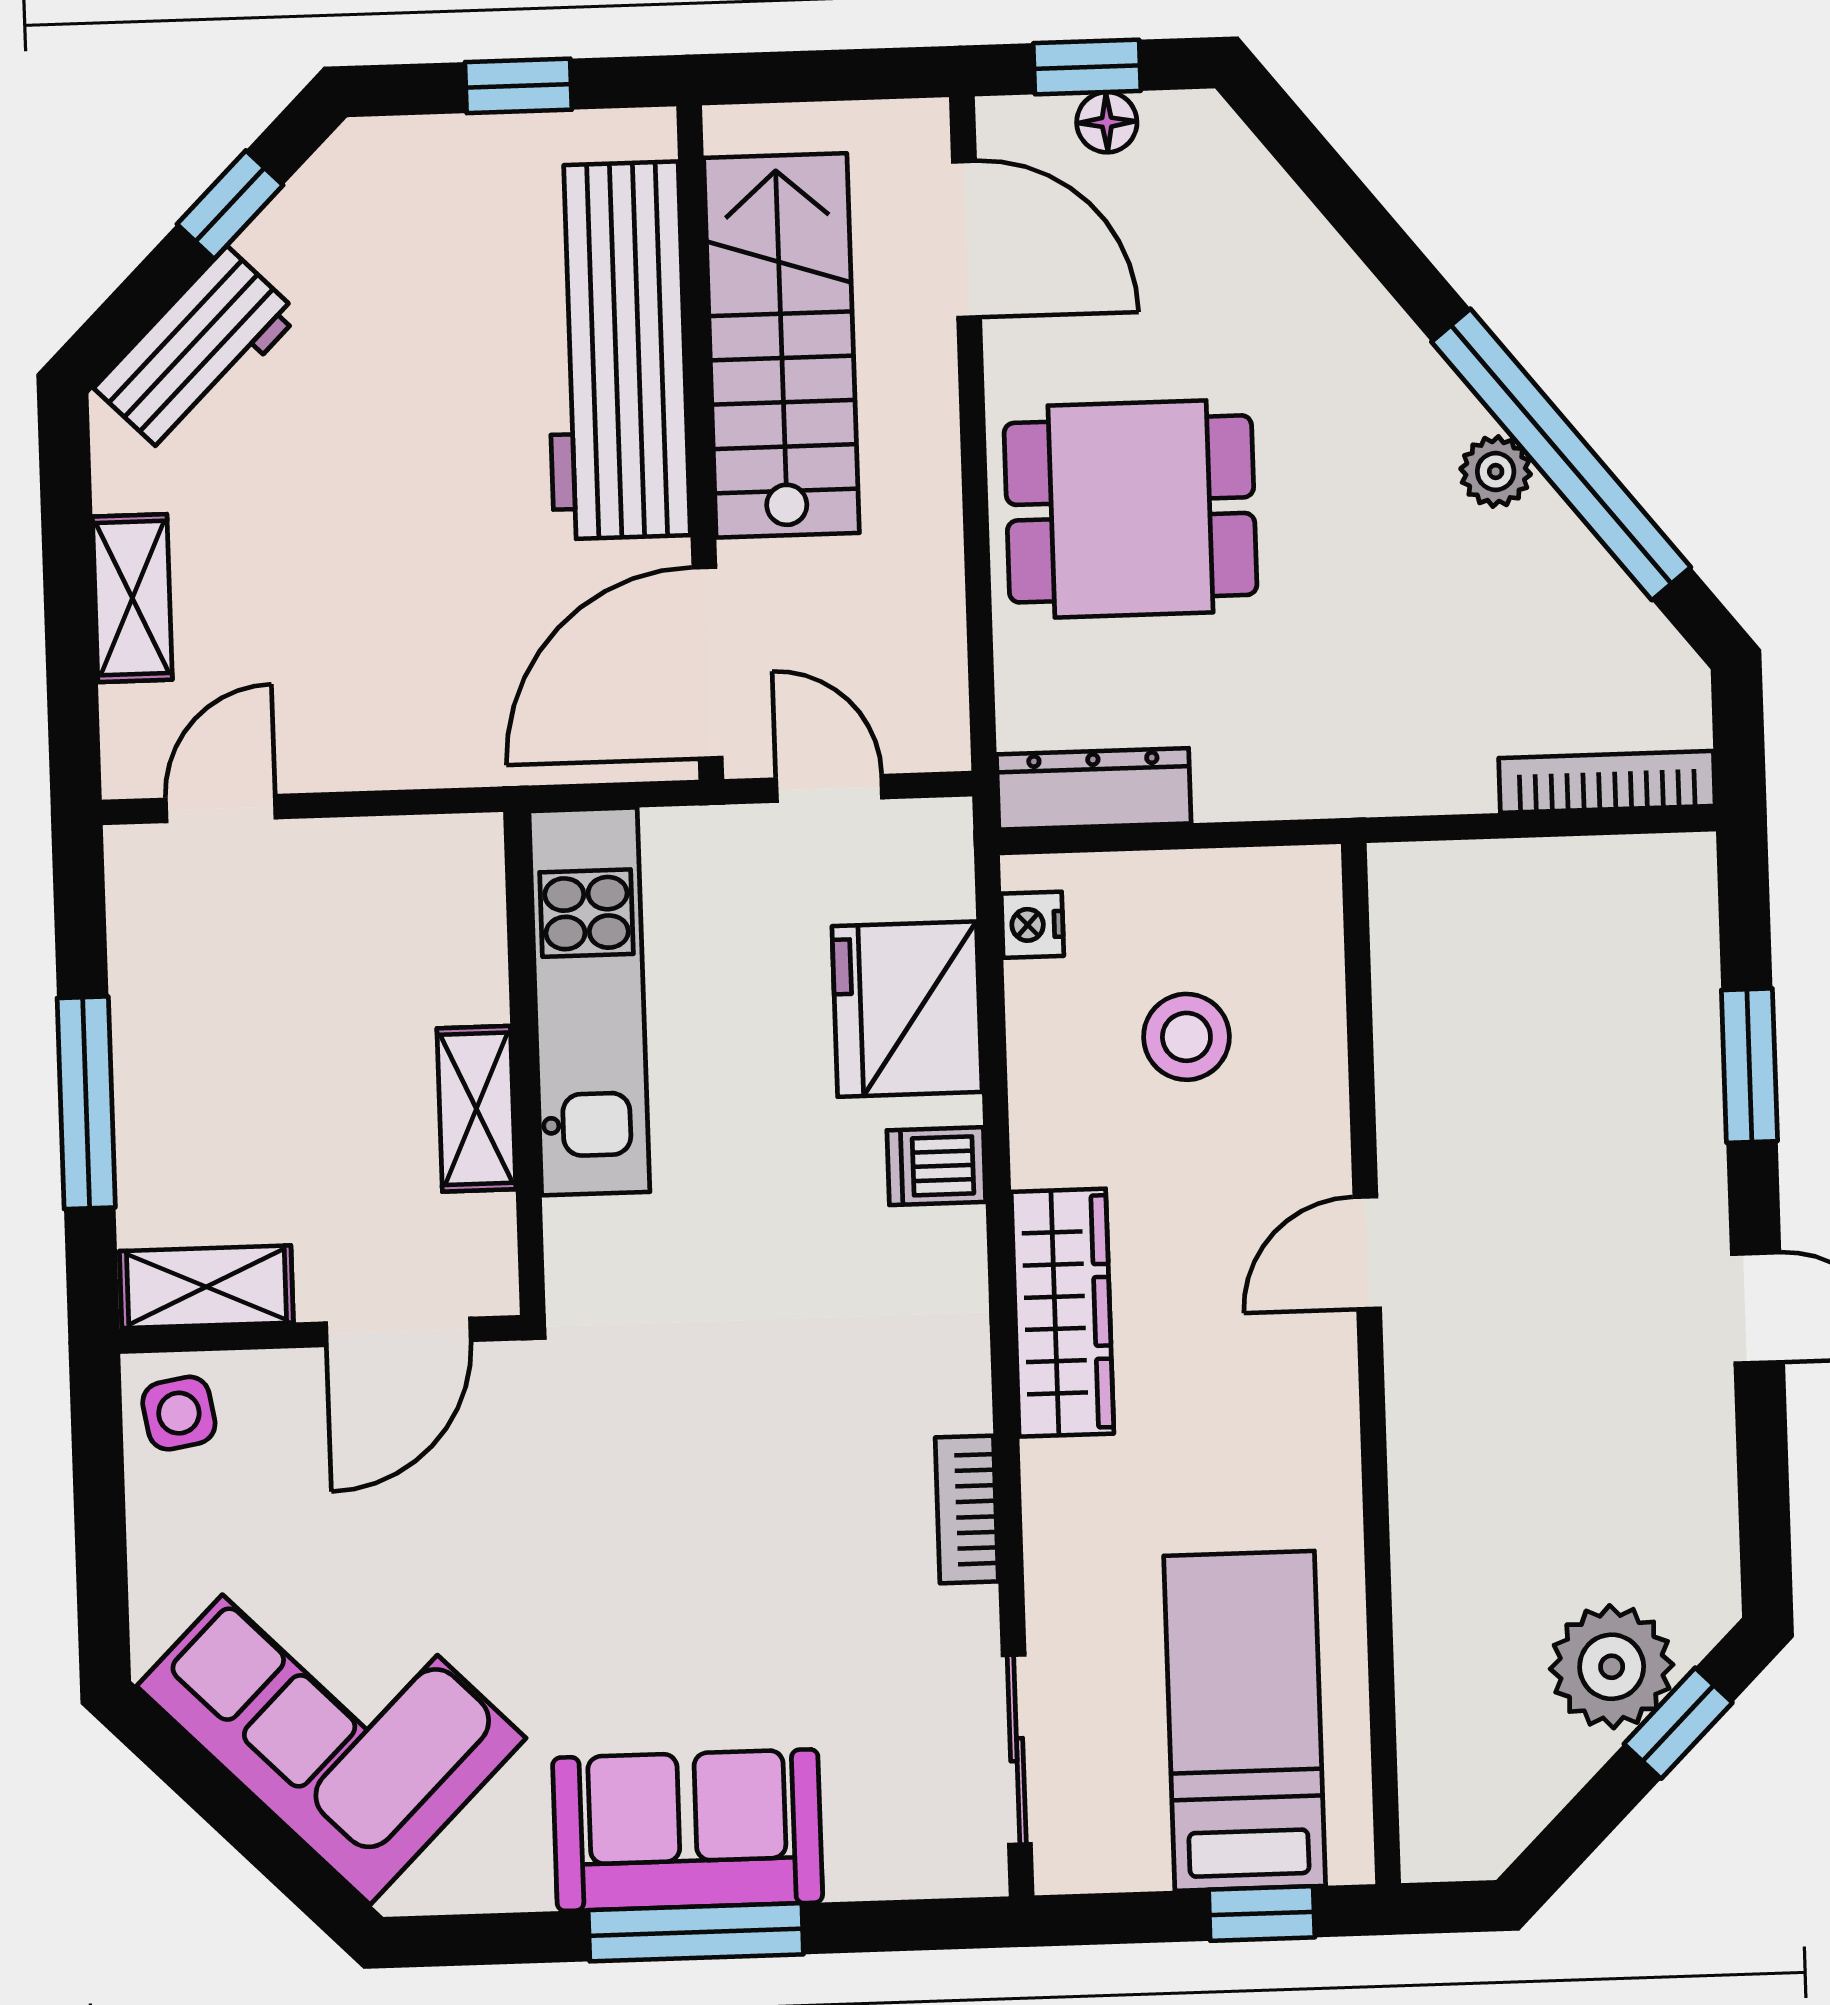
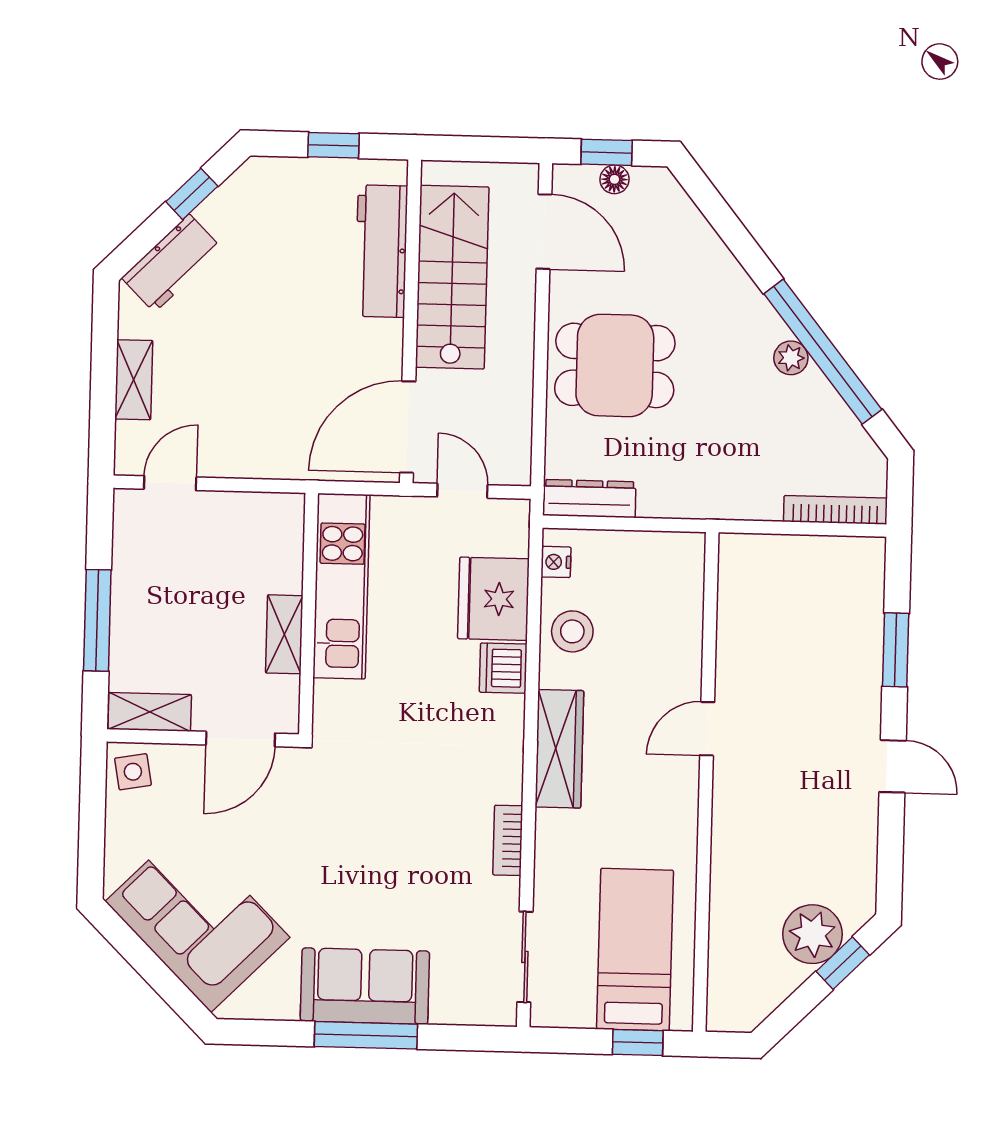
workbench: (616, 350) -> (381, 251), width x0.73, depth x0.76
stool: (1186, 1037) -> (572, 631), moved
dishwasher: (936, 1166) -> (503, 668), width x1.38

